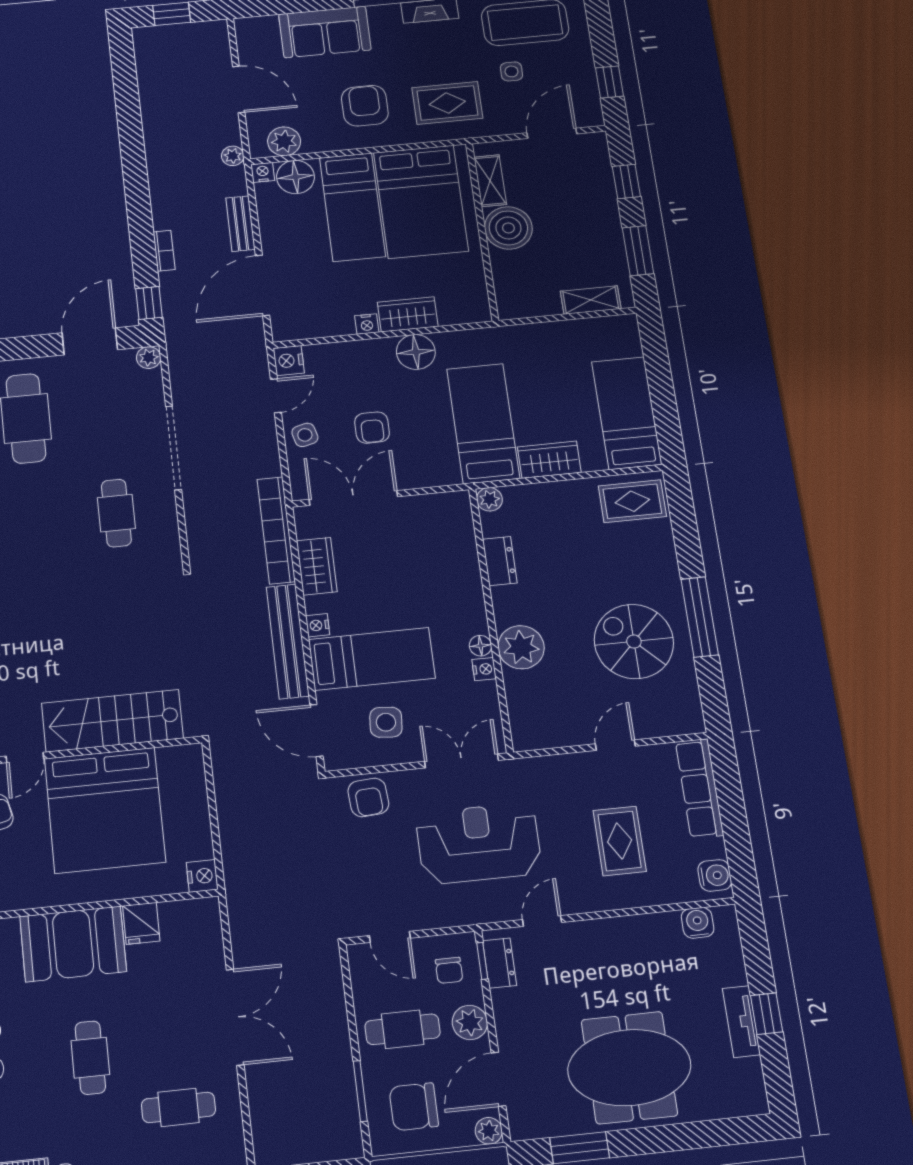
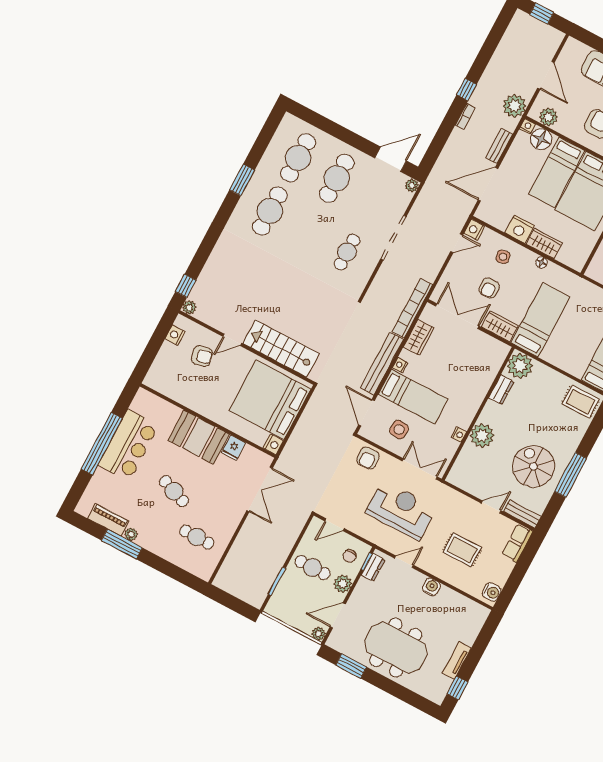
plant: (233, 156) -> (515, 106), width x1.87, depth x1.87
bookcase: (164, 251) -> (465, 116), moved
window: (149, 303) -> (467, 90), moved
nightstand: (367, 324) -> (520, 229), width x1.89, depth x1.79
floor lamp: (416, 352) -> (542, 262), width x0.53, depth x0.53
side table: (305, 435) -> (503, 257), moved
wardrobe: (549, 460) -> (500, 326), moved
plant: (489, 499) -> (520, 366), width x1.88, depth x1.88
floor lamp: (480, 646) -> (465, 423), removed
bench: (671, 724) -> (522, 514), added
row of seats: (700, 789) -> (517, 543), width x0.68
bed: (105, 810) -> (270, 400), moved, turned 90
rug: (620, 841) -> (462, 550), turned 90
water cooler: (698, 923) -> (431, 587), moved
door: (390, 937) -> (335, 525), hinge flipped
window: (767, 1014) -> (457, 688), moved
double door: (235, 1017) -> (260, 489), moved
cafe table: (90, 1058) -> (174, 491), turned -69
chair: (414, 1107) -> (295, 603), removed

